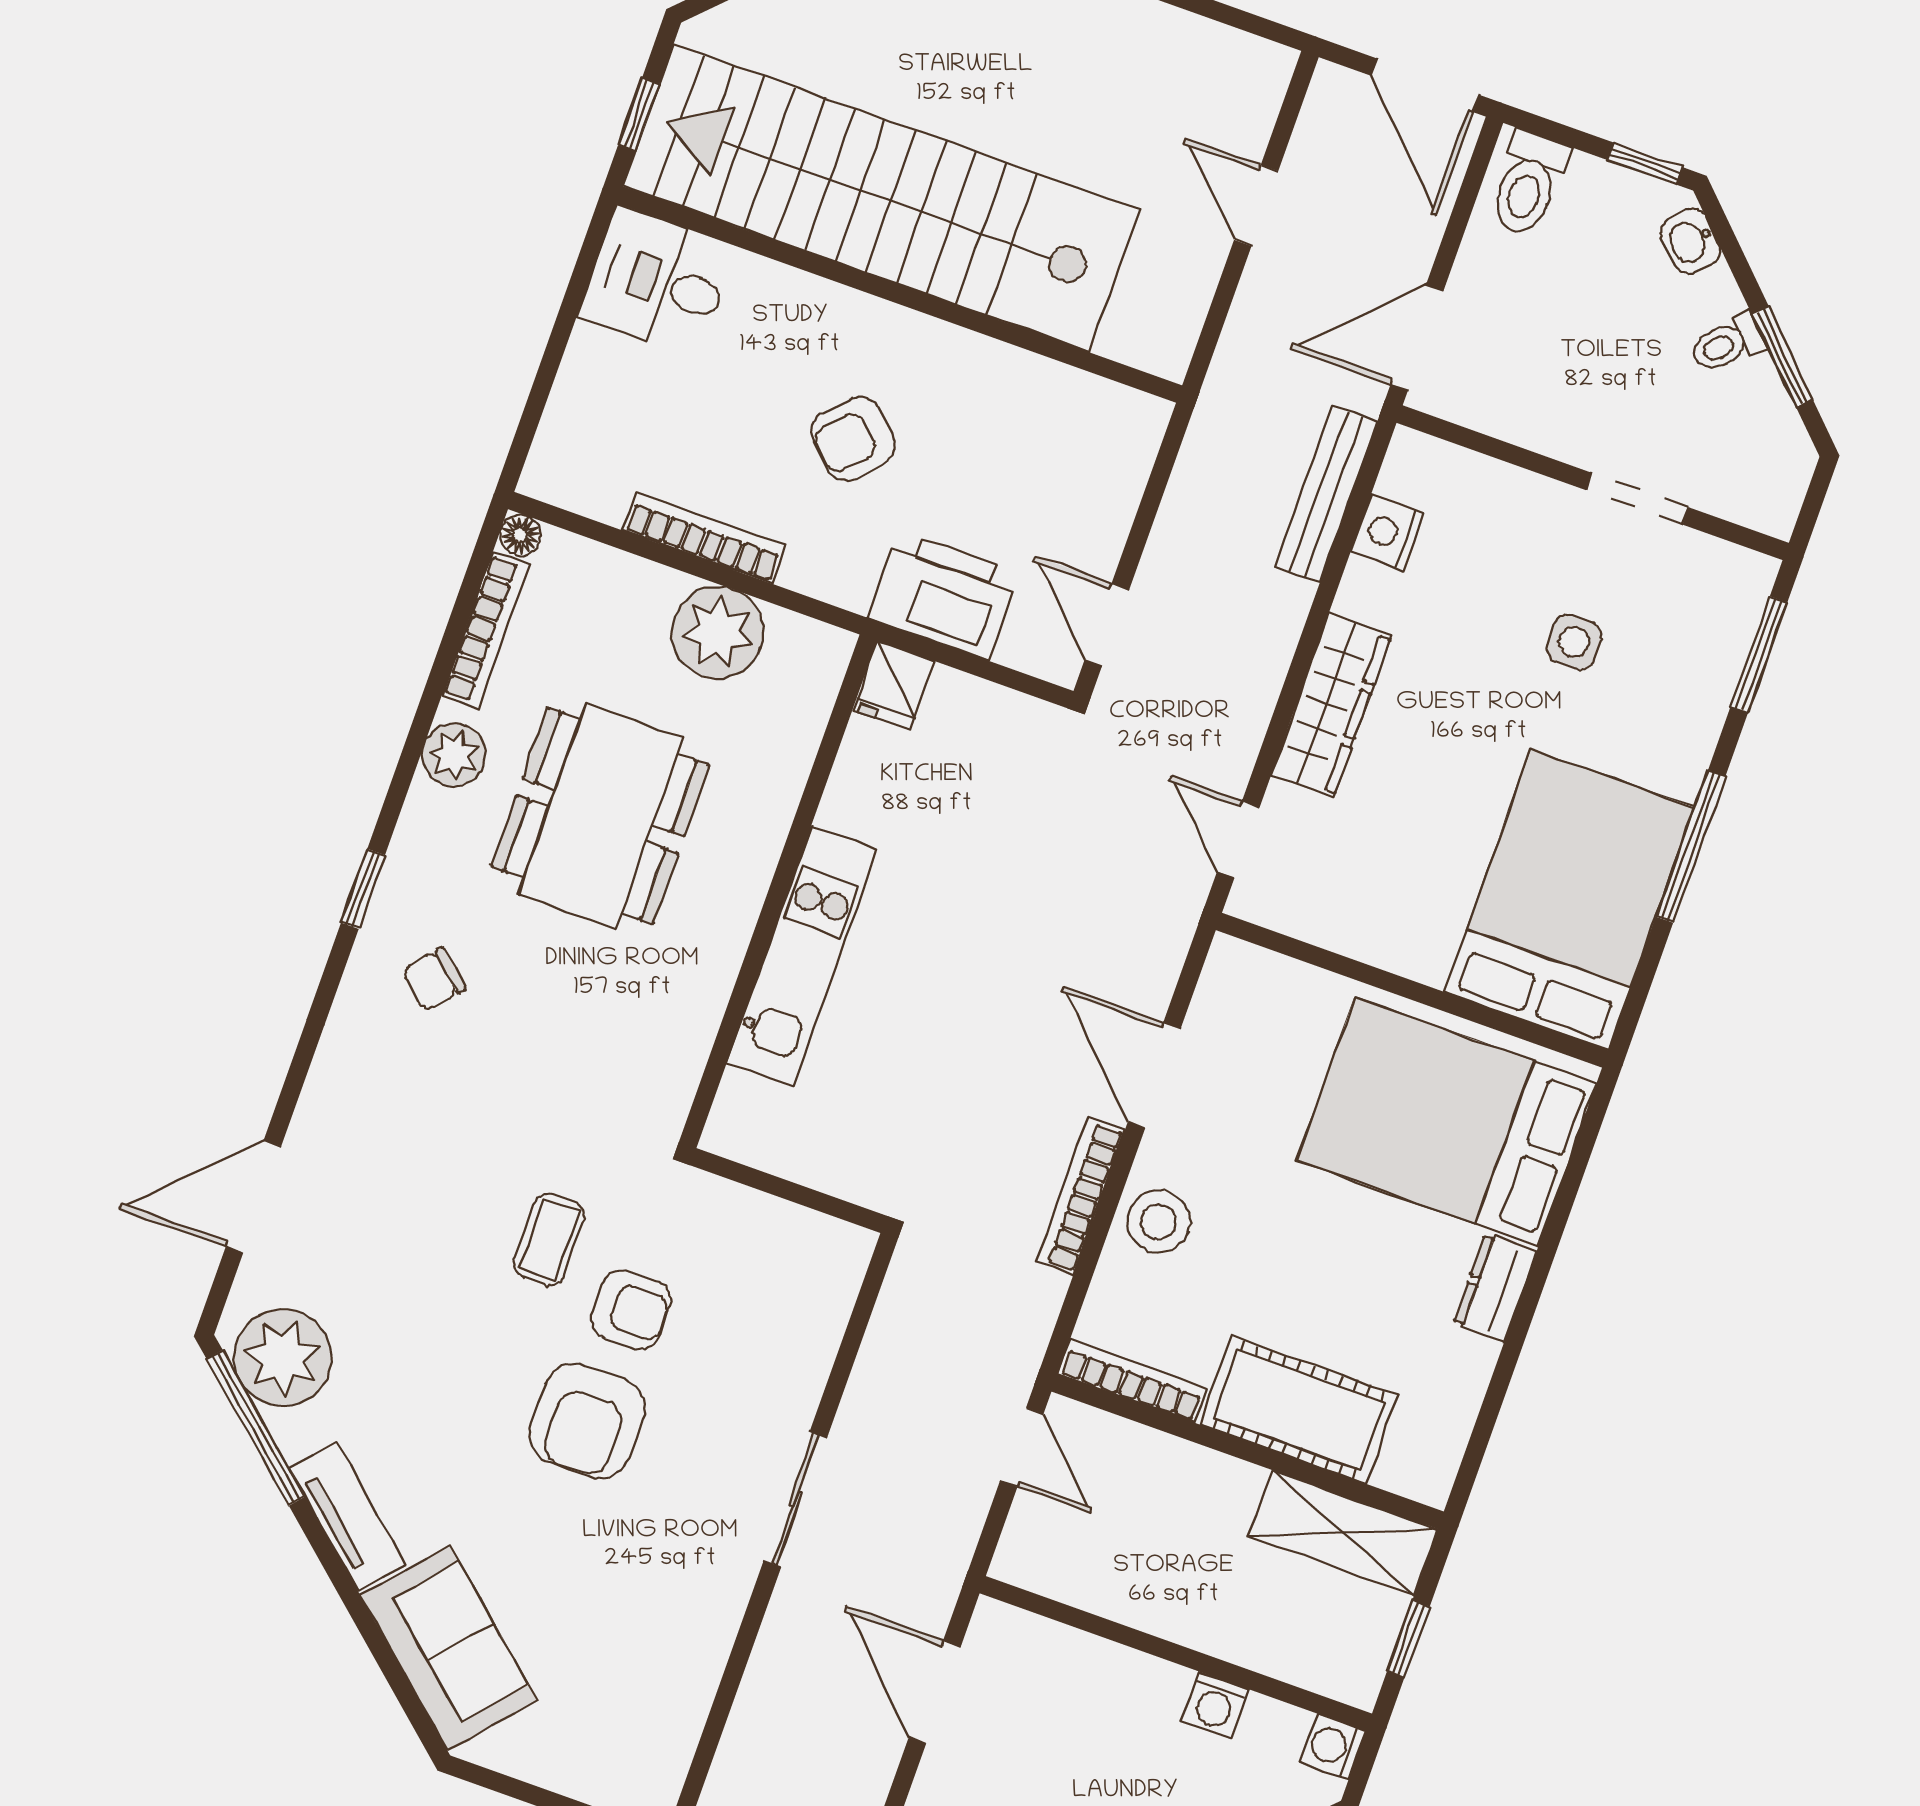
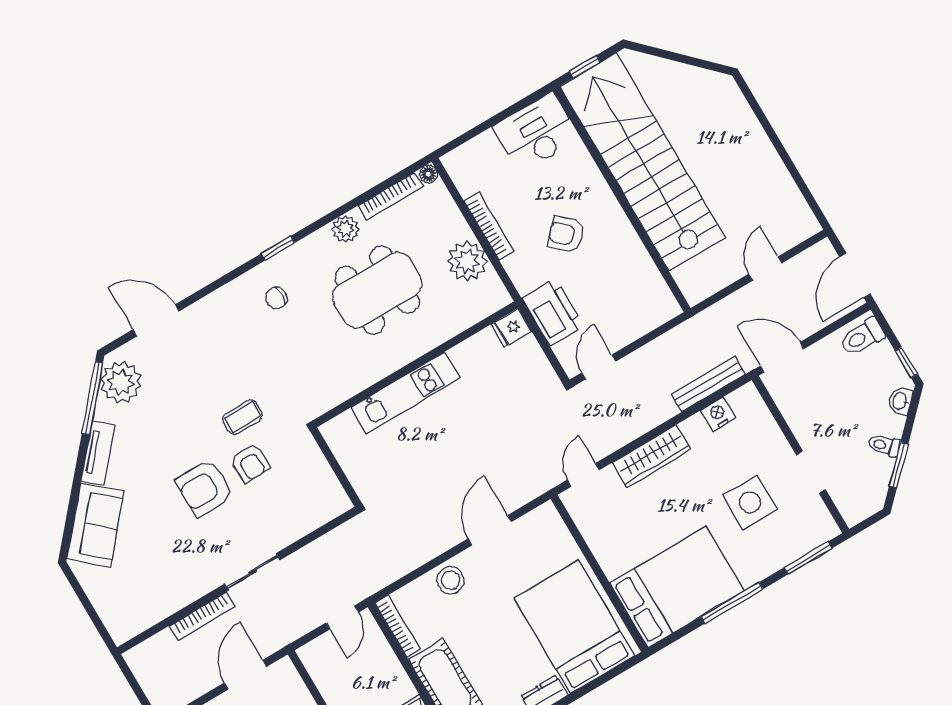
desk: (657, 282) -> (536, 133), width x1.37
side table: (1574, 642) -> (750, 502), width x1.87, depth x1.87
chair: (434, 979) -> (276, 298), turned -42
bookcase: (1081, 1196) -> (202, 616), moved, turned 180

